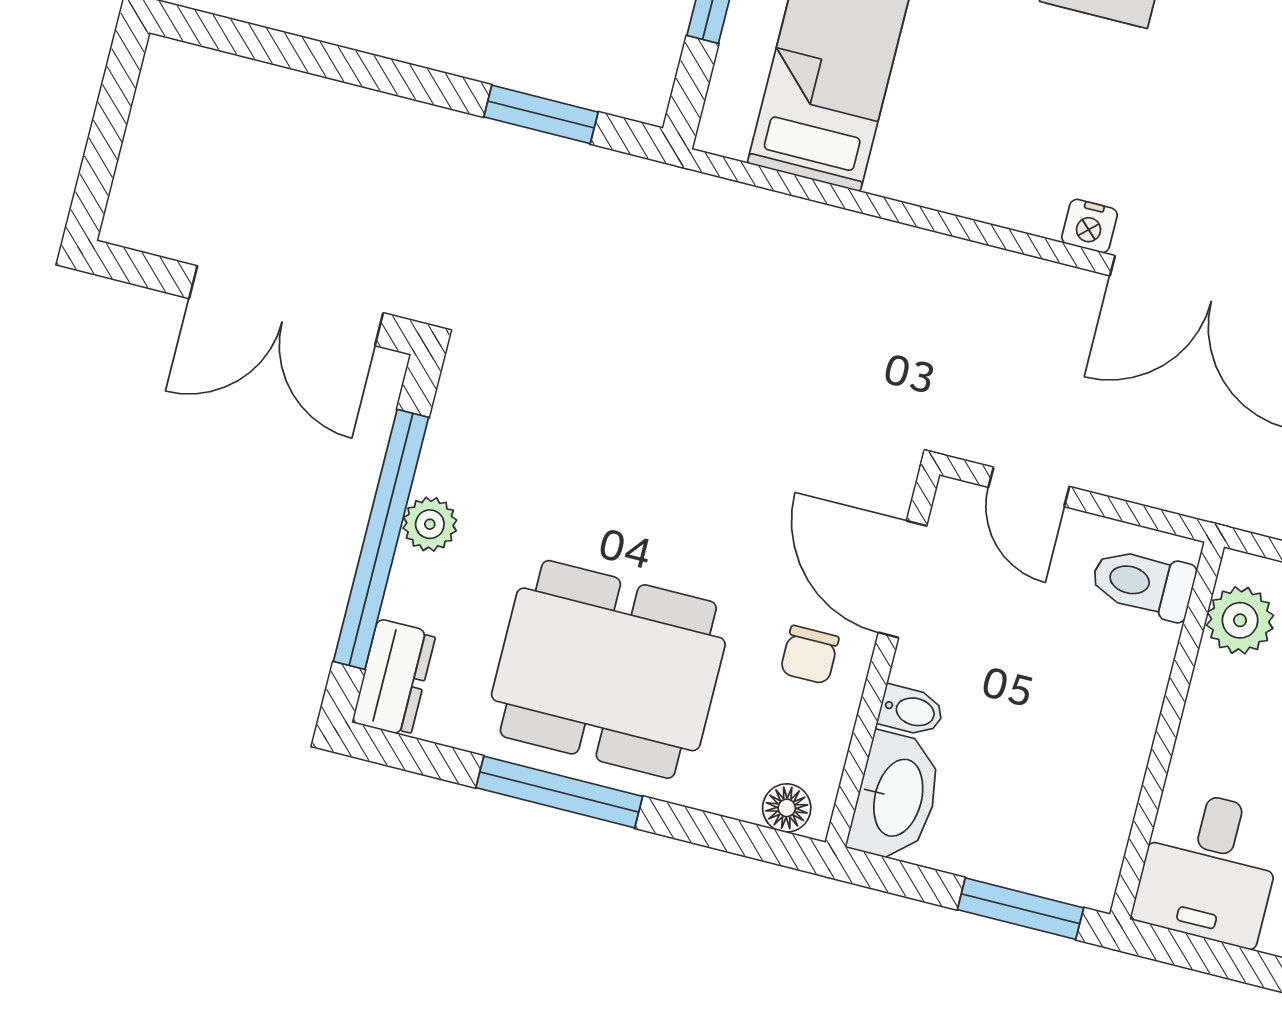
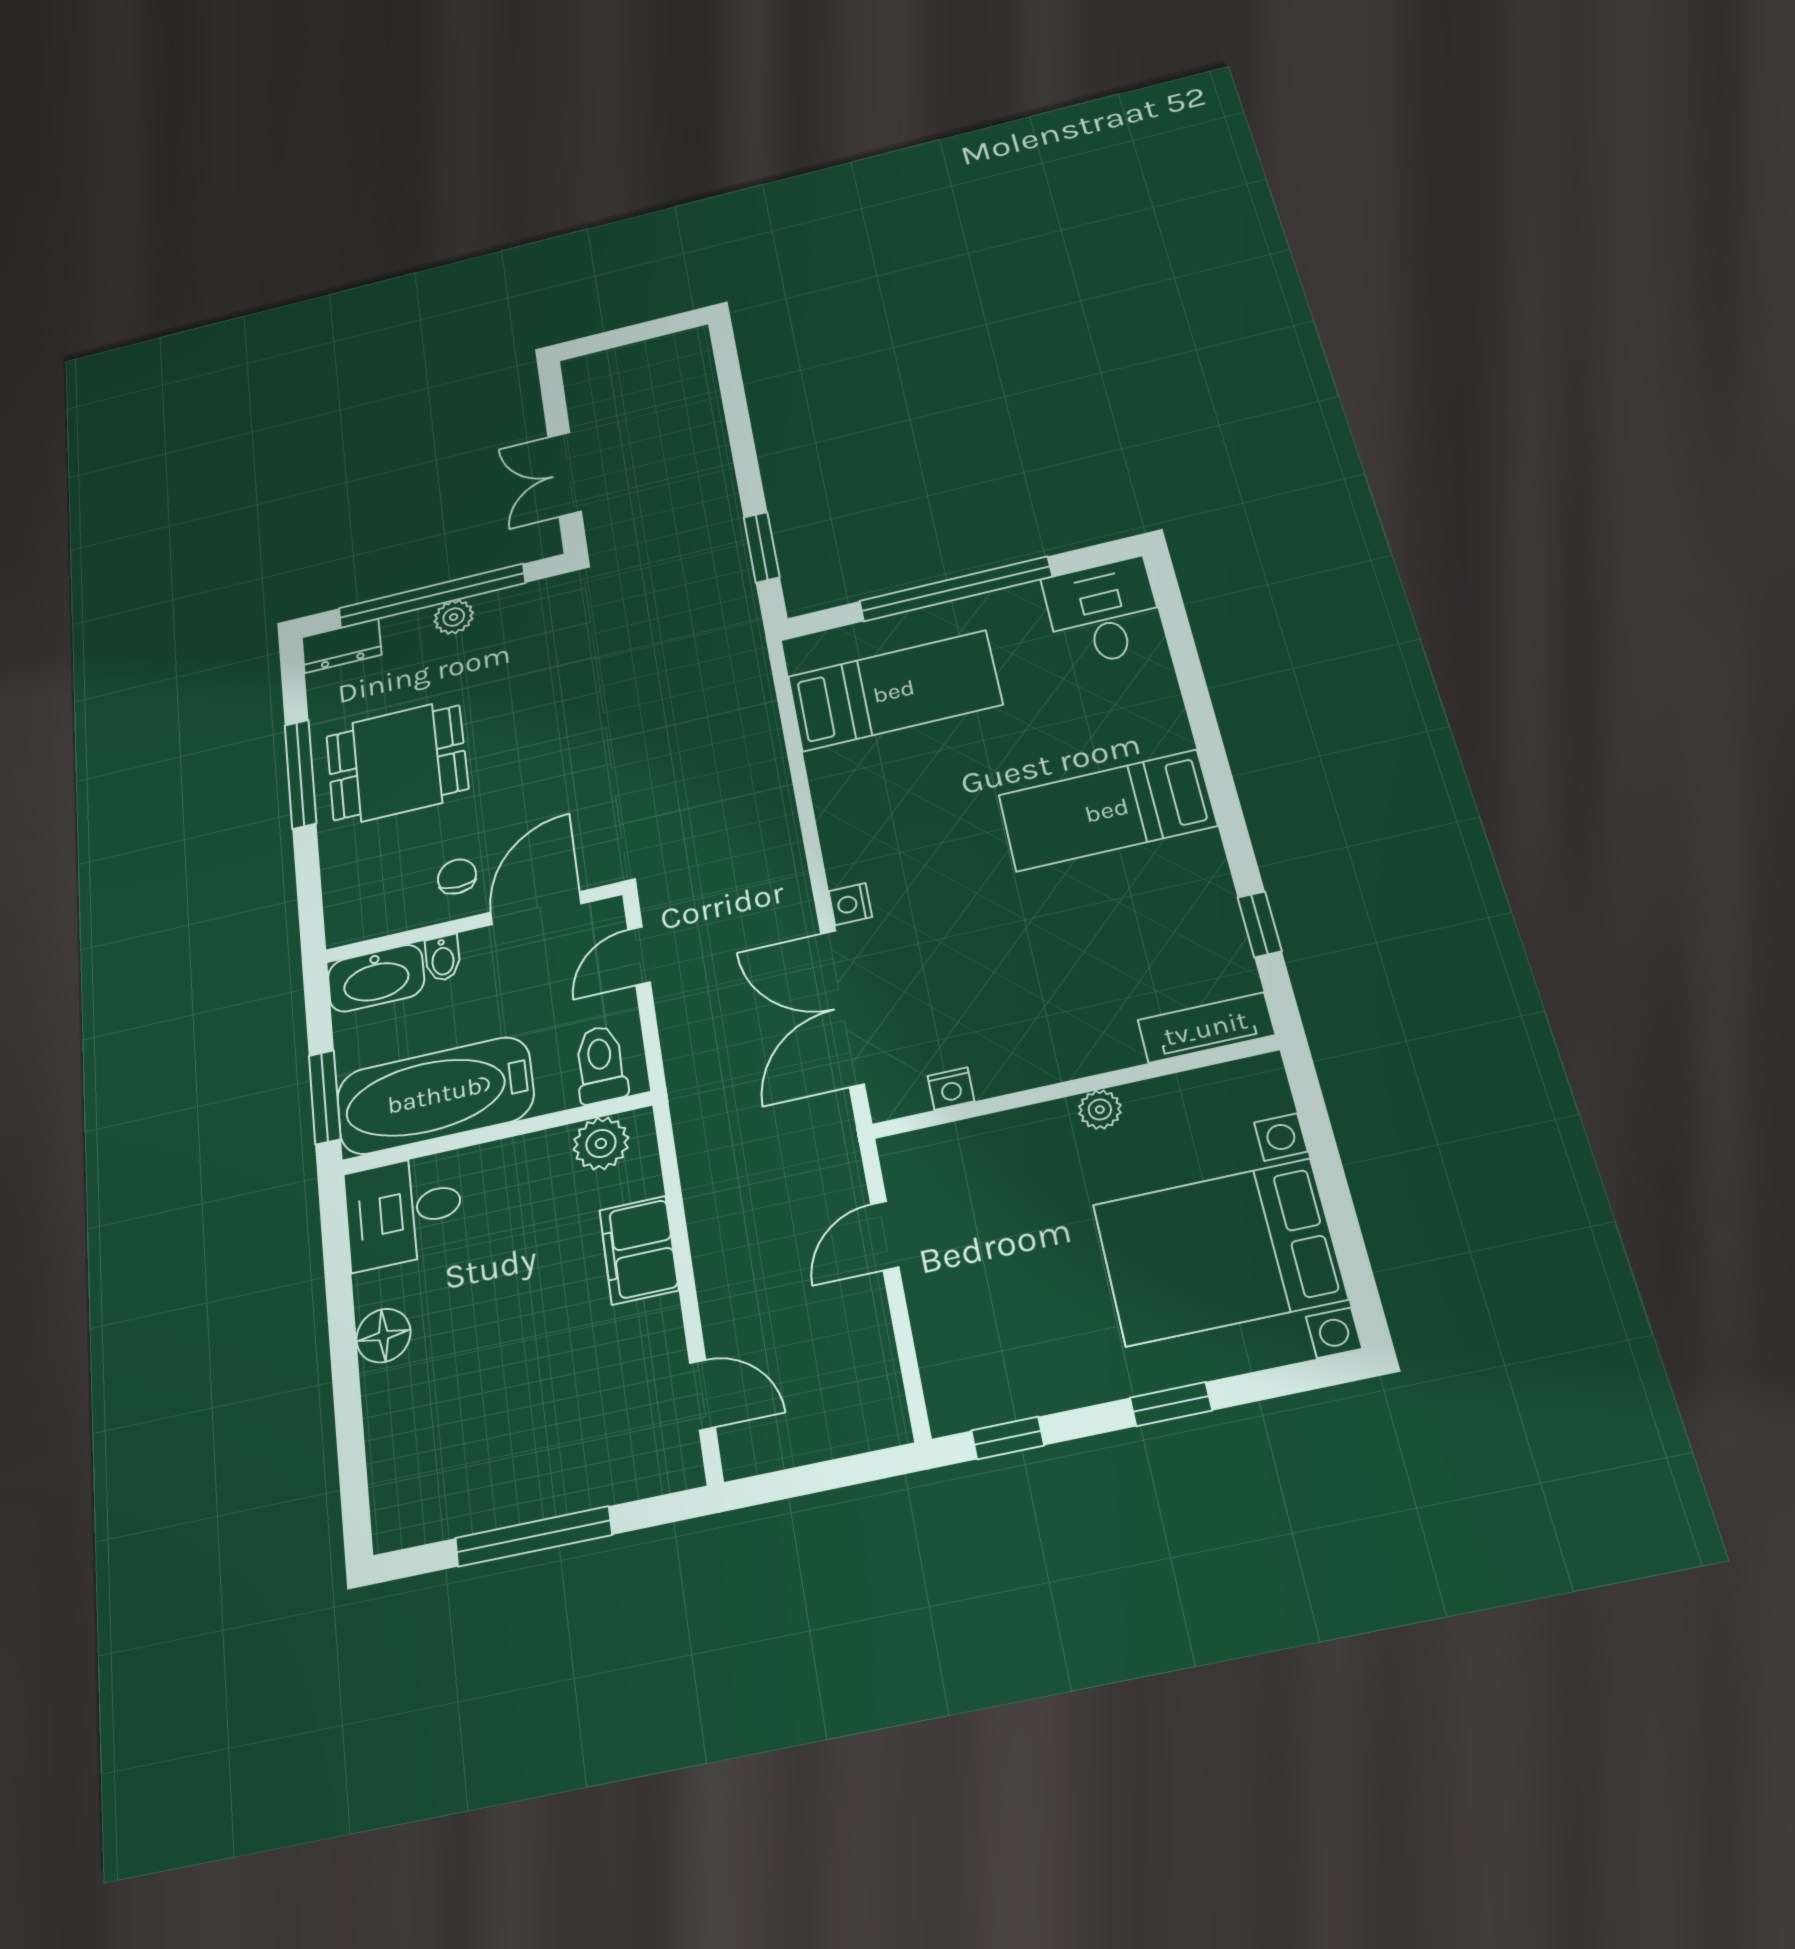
double door: (286, 306) -> (565, 474), width x0.73
chair: (809, 655) -> (457, 876), turned 90
dining table: (608, 669) -> (397, 762), width x0.73
bathtub: (1085, 782) -> (435, 1095), added
floor lamp: (787, 808) -> (342, 914), removed

